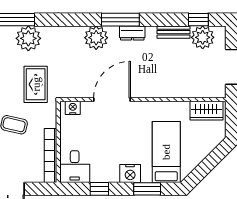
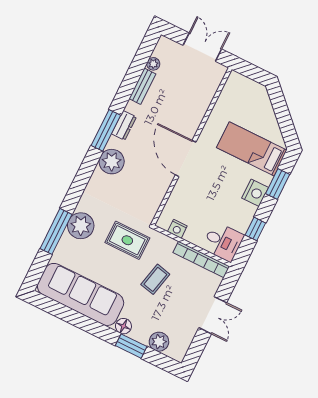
window: (198, 20) -> (142, 57), removed
plant: (203, 37) -> (153, 64), width x0.53, depth x0.53
door: (112, 100) -> (186, 158), moved
nightstand: (73, 108) -> (177, 229), moved, turned -90
wardrobe: (206, 111) -> (232, 92), removed

